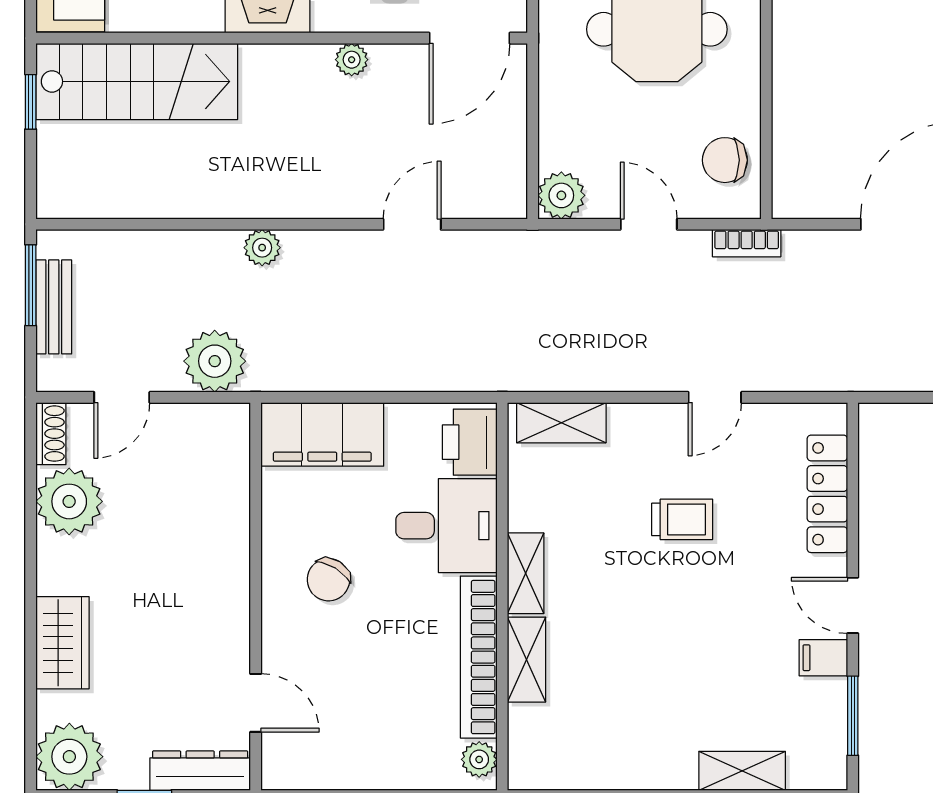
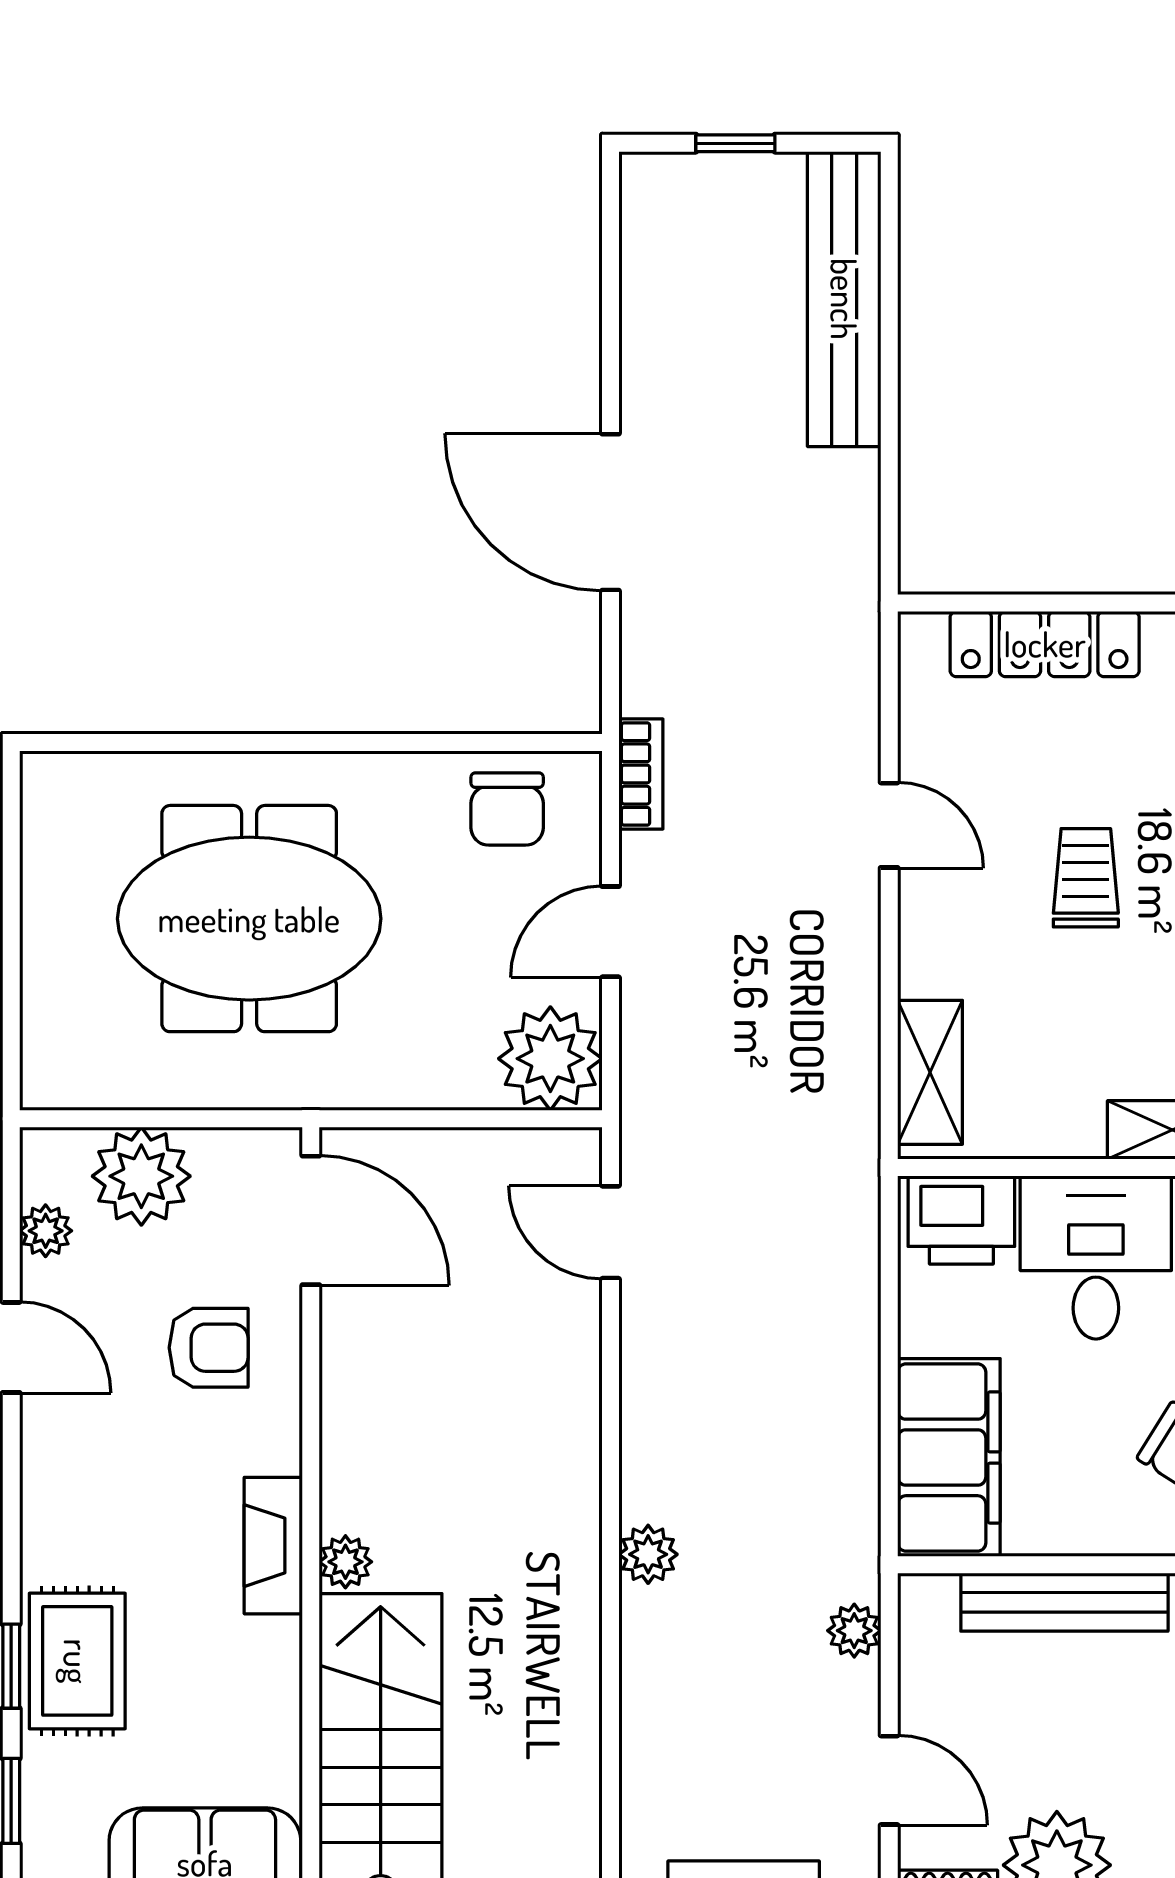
plant: (352, 60) -> (345, 1562), moved
plant: (561, 195) -> (550, 1059), width x1.36, depth x1.36
door: (412, 224) -> (610, 1232), moved
plant: (215, 361) -> (854, 1631), width x0.53, depth x0.53
bench: (232, 506) -> (1064, 1602), added

